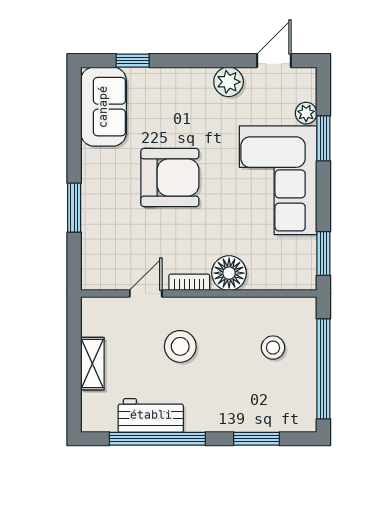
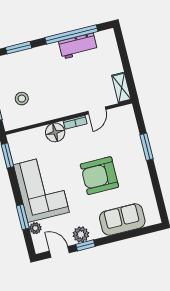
window: (133, 61) -> (85, 245), moved
door: (274, 61) -> (59, 252), swing flipped
sofa: (103, 107) -> (122, 220), moved, turned 90
stool: (180, 346) -> (71, 87), removed
shelving: (92, 364) -> (121, 88), moved

